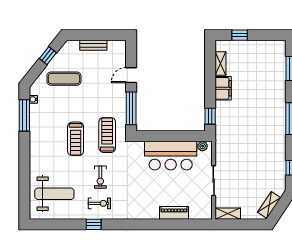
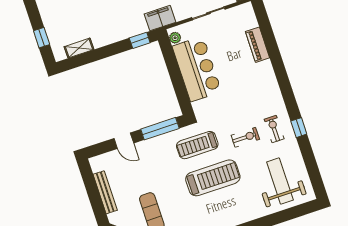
bench: (93, 45) -> (105, 192), width x1.36
filing cabinet: (223, 88) -> (160, 18), moved
treadmill: (76, 139) -> (213, 178), width x1.37, depth x1.38

